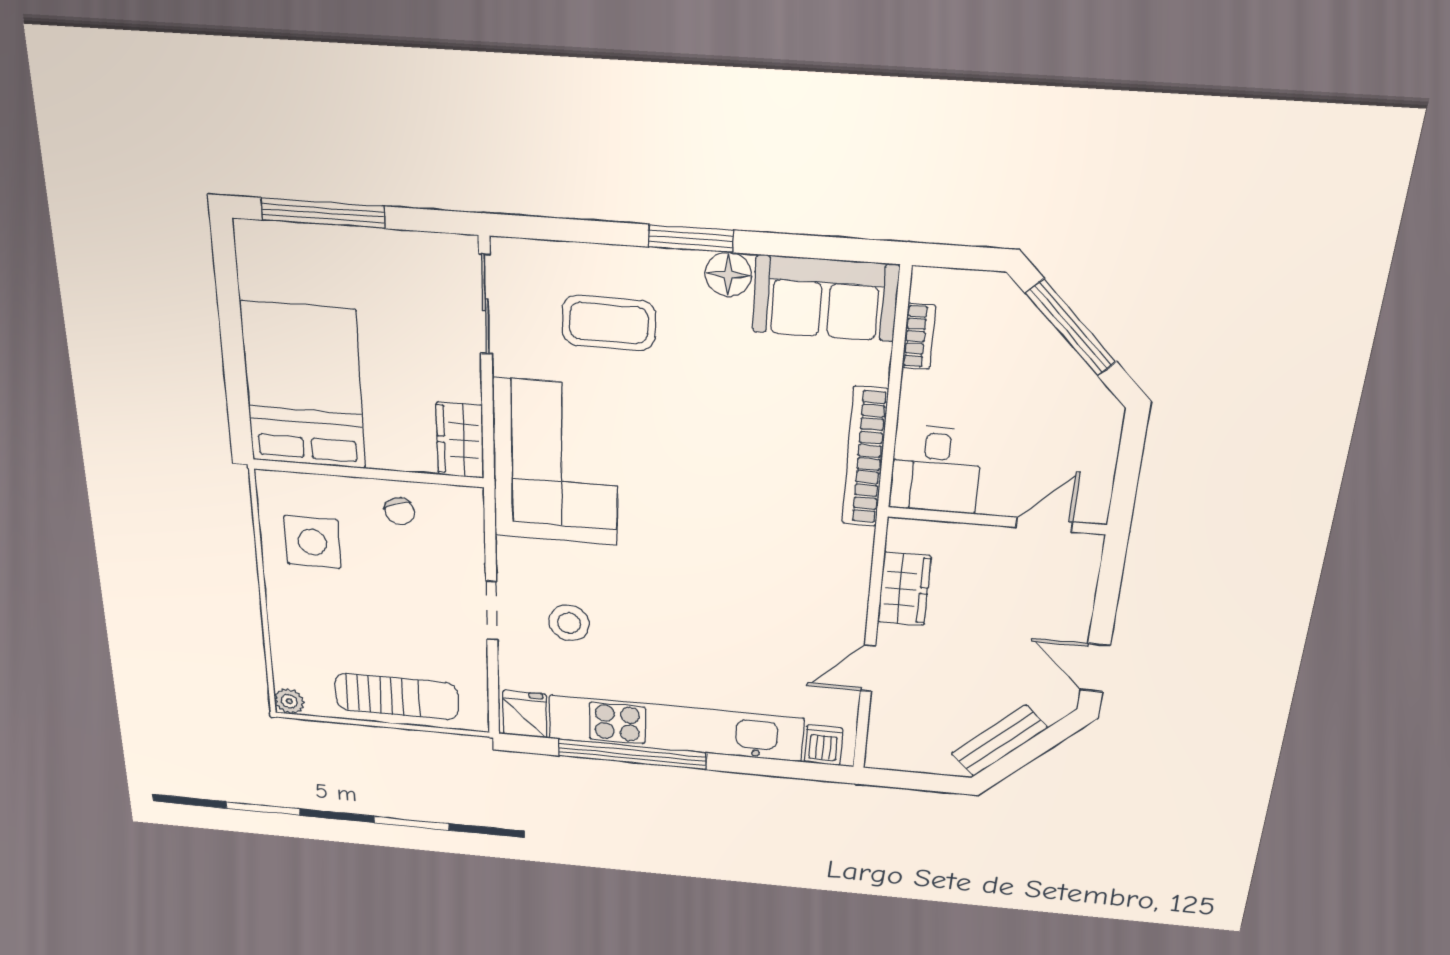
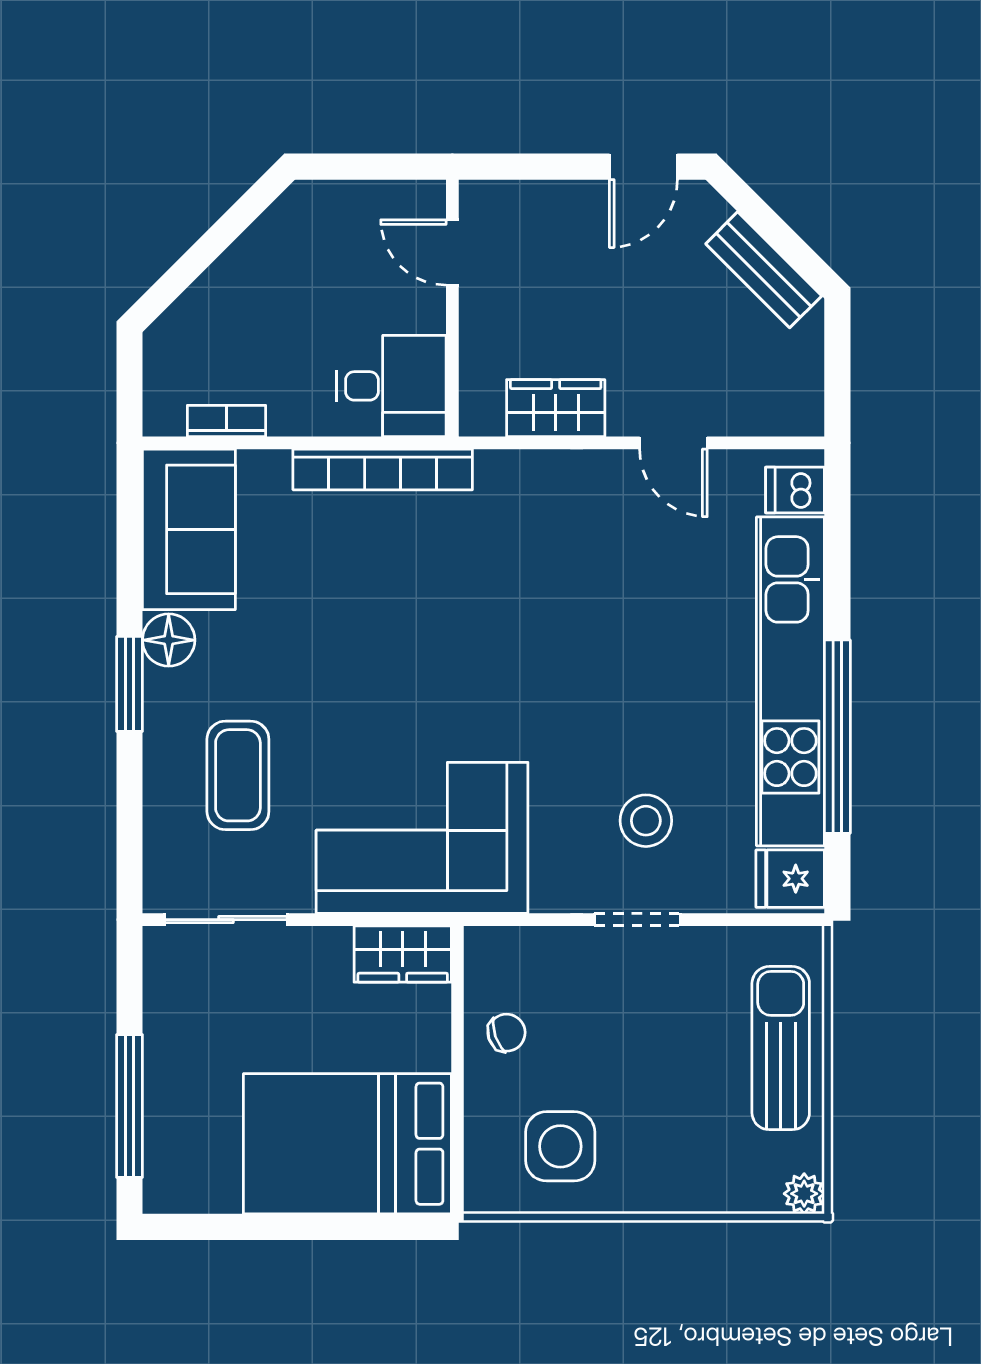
window: (1071, 327) -> (203, 254), removed

